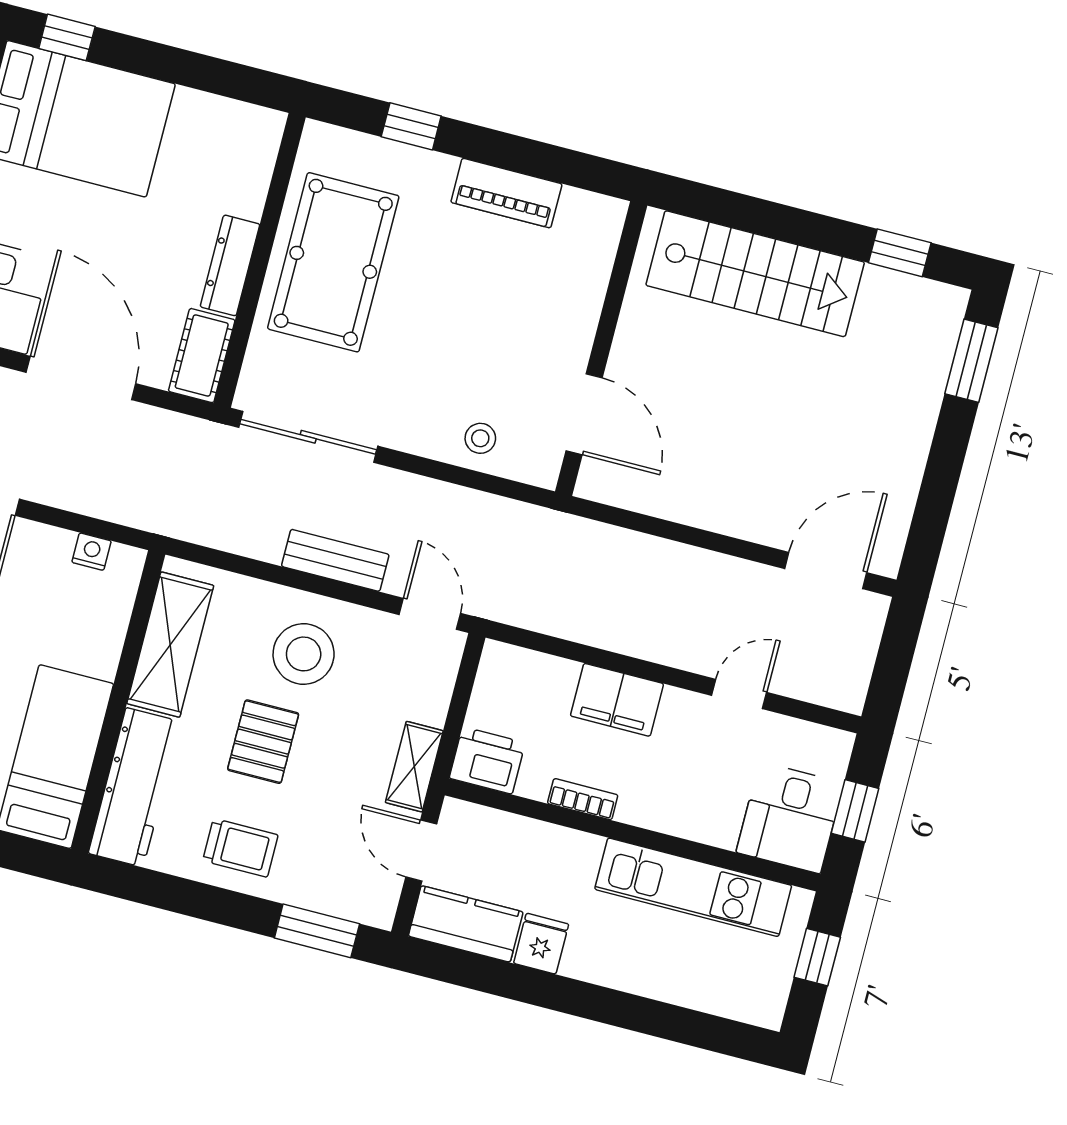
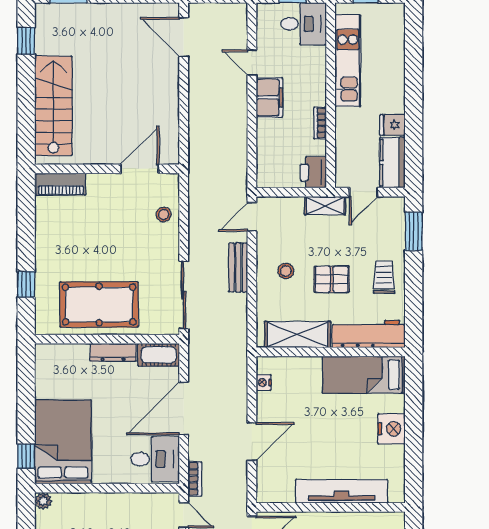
piano: (506, 193) -> (61, 184), moved, turned 90
stool: (304, 654) -> (286, 271), width x0.53, depth x0.53
filing cabinet: (617, 700) -> (269, 98), moved

